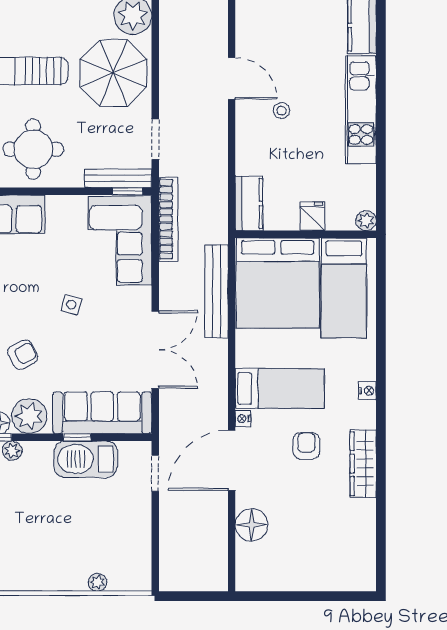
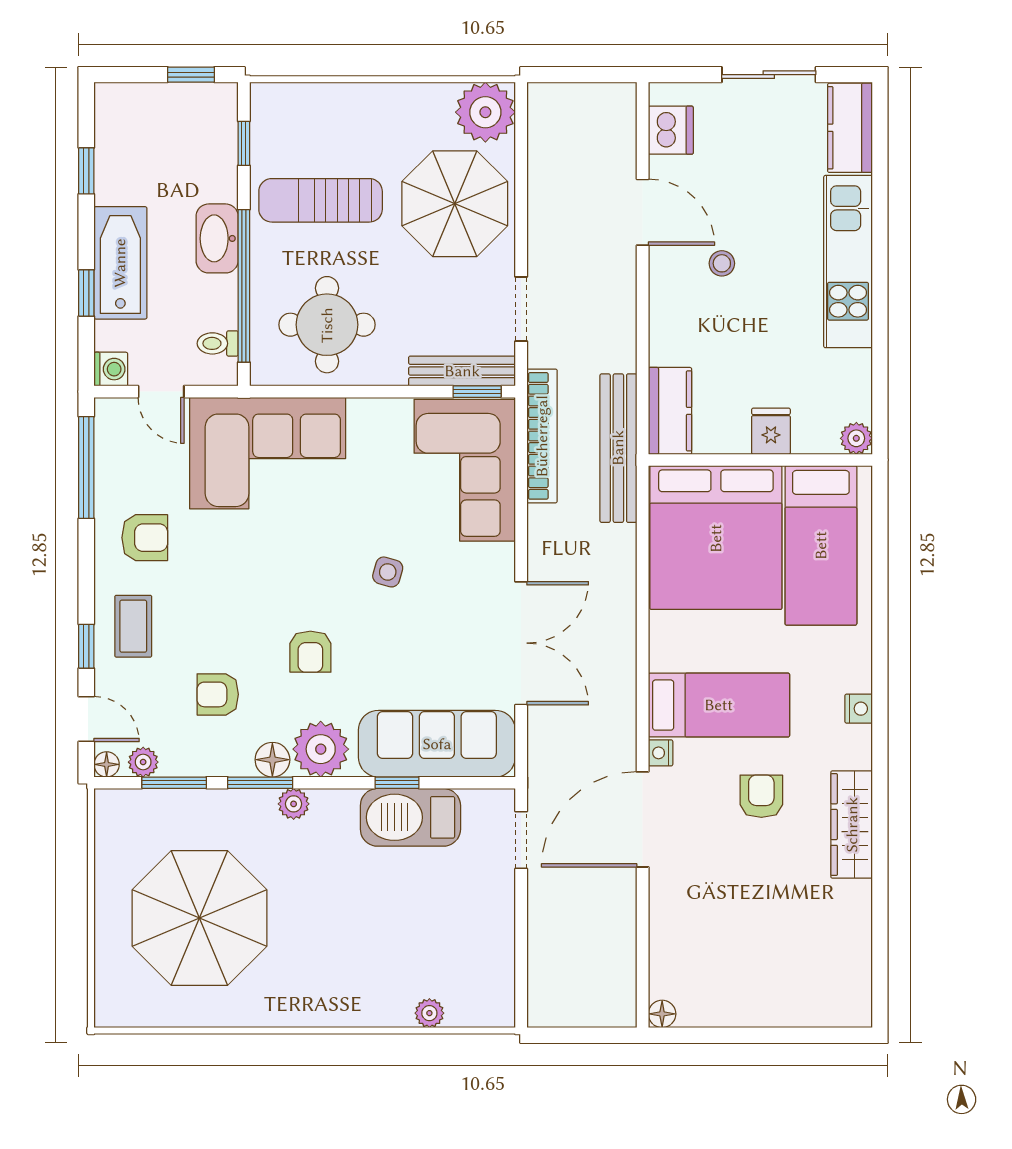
dishwasher: (249, 27) -> (671, 130), added
bench: (216, 291) -> (618, 448), moved
armchair: (23, 355) -> (310, 652), turned 117
floor lamp: (252, 525) -> (662, 1014), moved, width x0.53, depth x0.53

